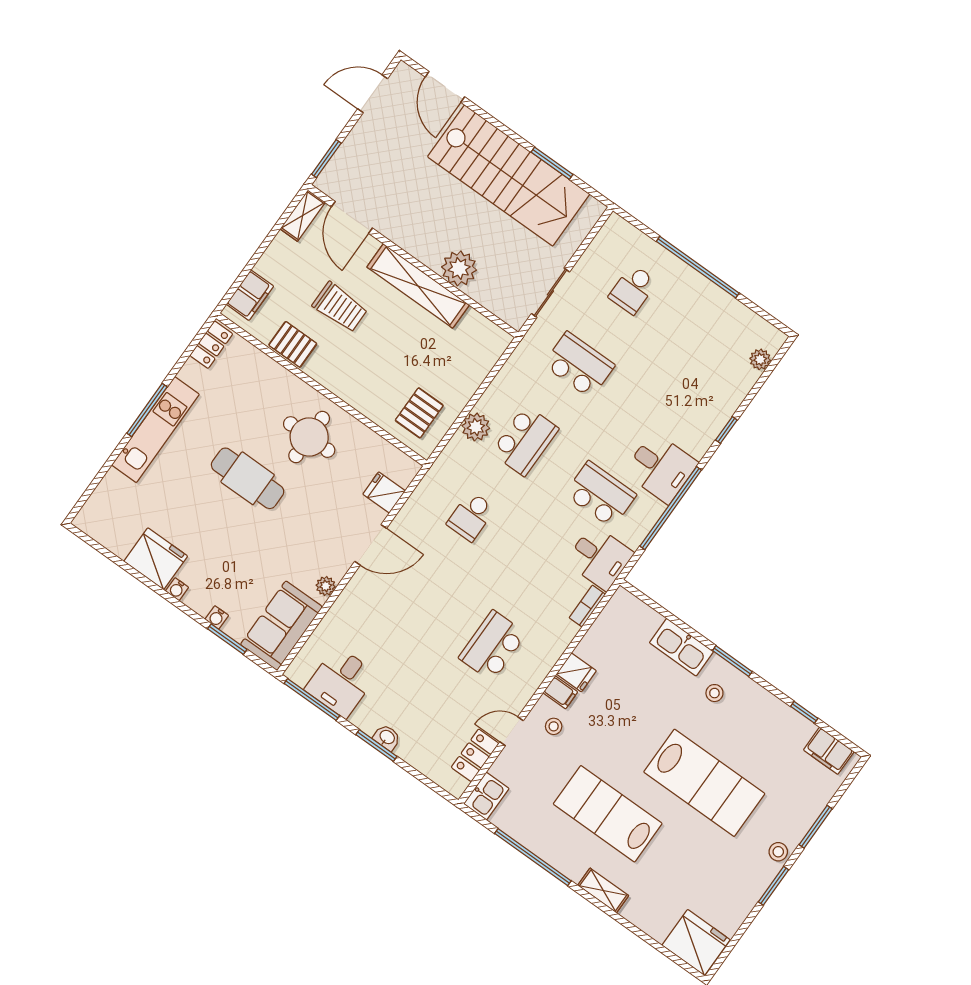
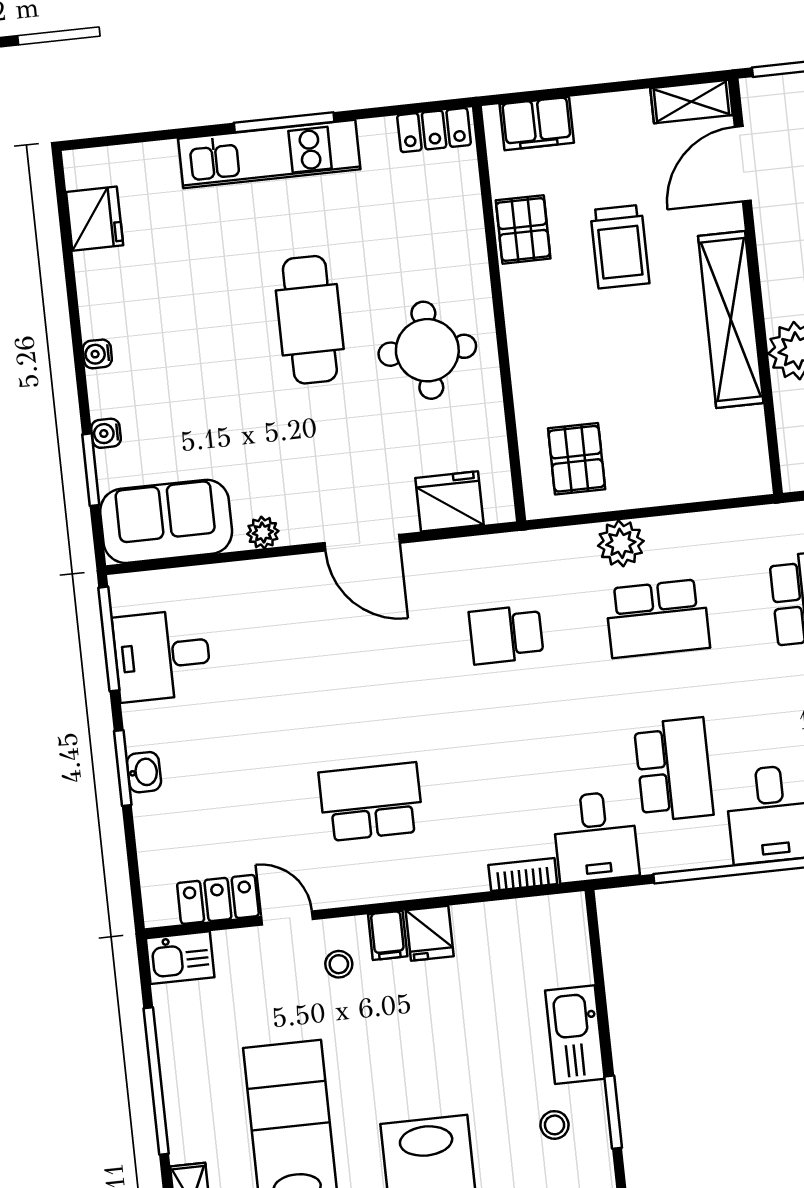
pallet: (419, 413) -> (577, 459), turned 90
fridge: (384, 492) -> (450, 501), width x1.38
fridge: (156, 559) -> (95, 219), moved, width x0.73, depth x0.75

